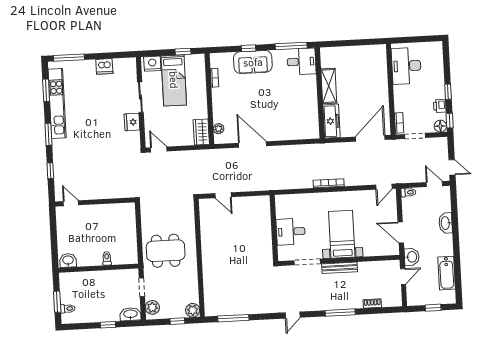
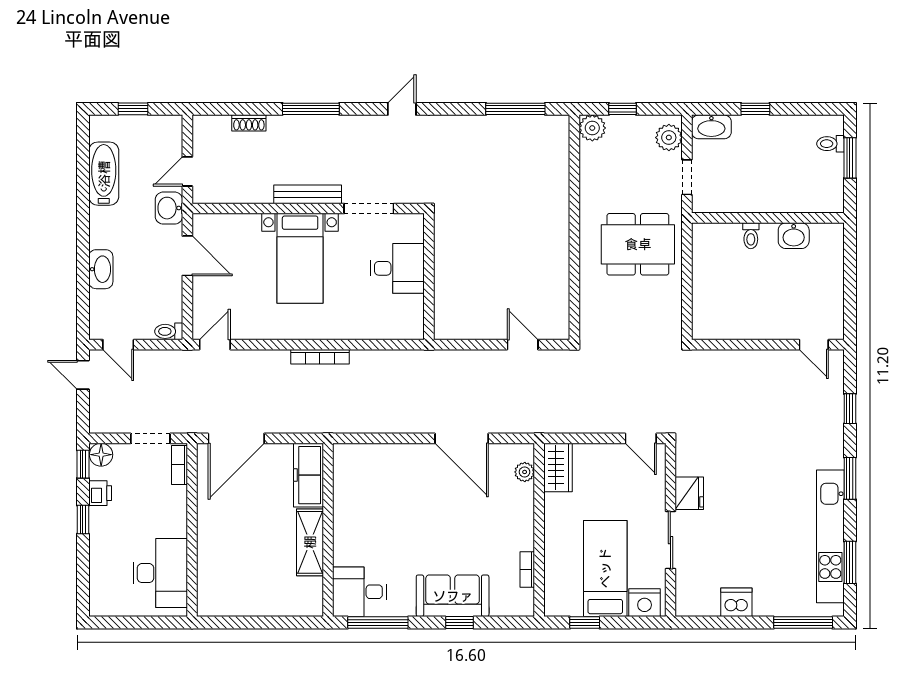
washbasin: (68, 260) -> (794, 236), moved

